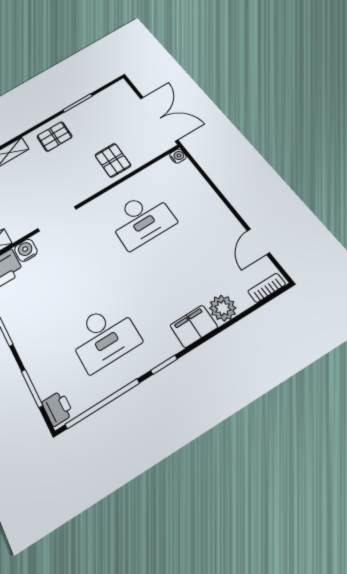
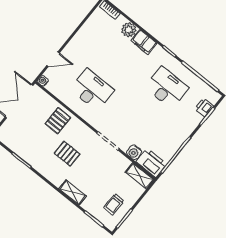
pallet: (54, 136) -> (67, 154), moved
door: (258, 242) -> (53, 59), moved
printer: (58, 408) -> (204, 107), moved

